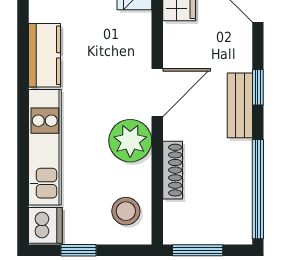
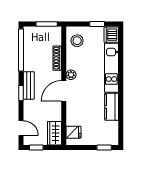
plant: (130, 141) -> (71, 75), width x0.53, depth x0.53

